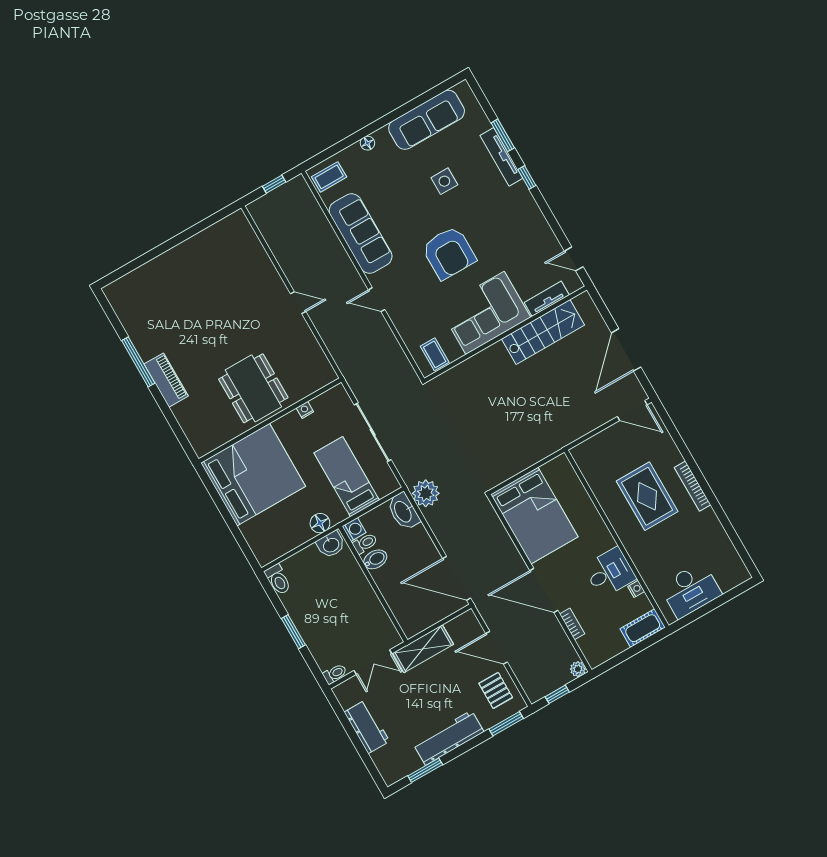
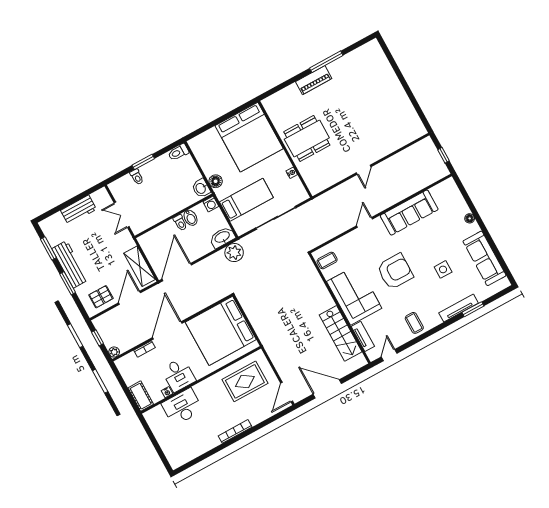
coffee table: (329, 177) -> (414, 323), moved
window: (527, 177) -> (444, 325), removed
armchair: (449, 253) -> (395, 271), turned 180
rug: (647, 496) -> (245, 381), moved
bed: (534, 516) -> (221, 331), width x1.36
toilet: (365, 543) -> (180, 223), moved
desk: (690, 590) -> (182, 407), moved, turned 90
shelving: (423, 649) -> (140, 266), moved
toilet: (335, 674) -> (137, 177), moved
window: (506, 724) -> (68, 283), moved

